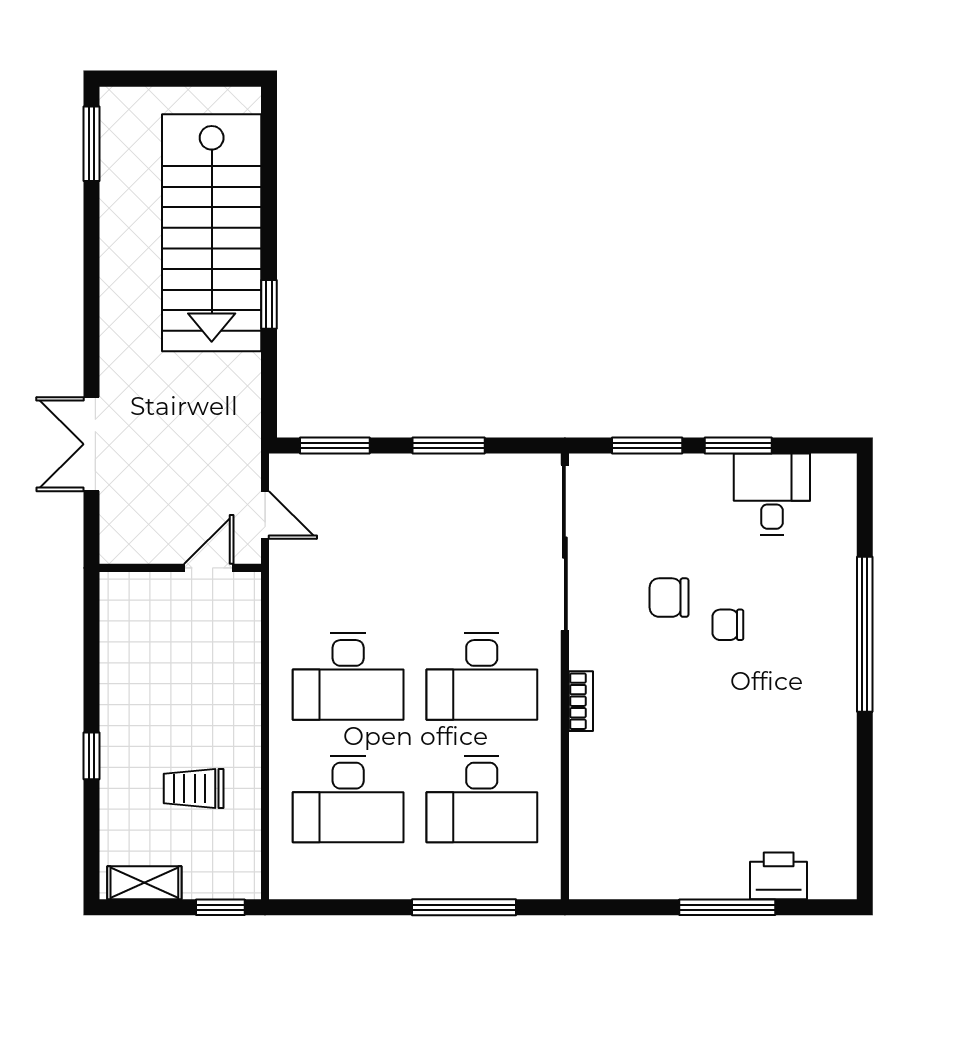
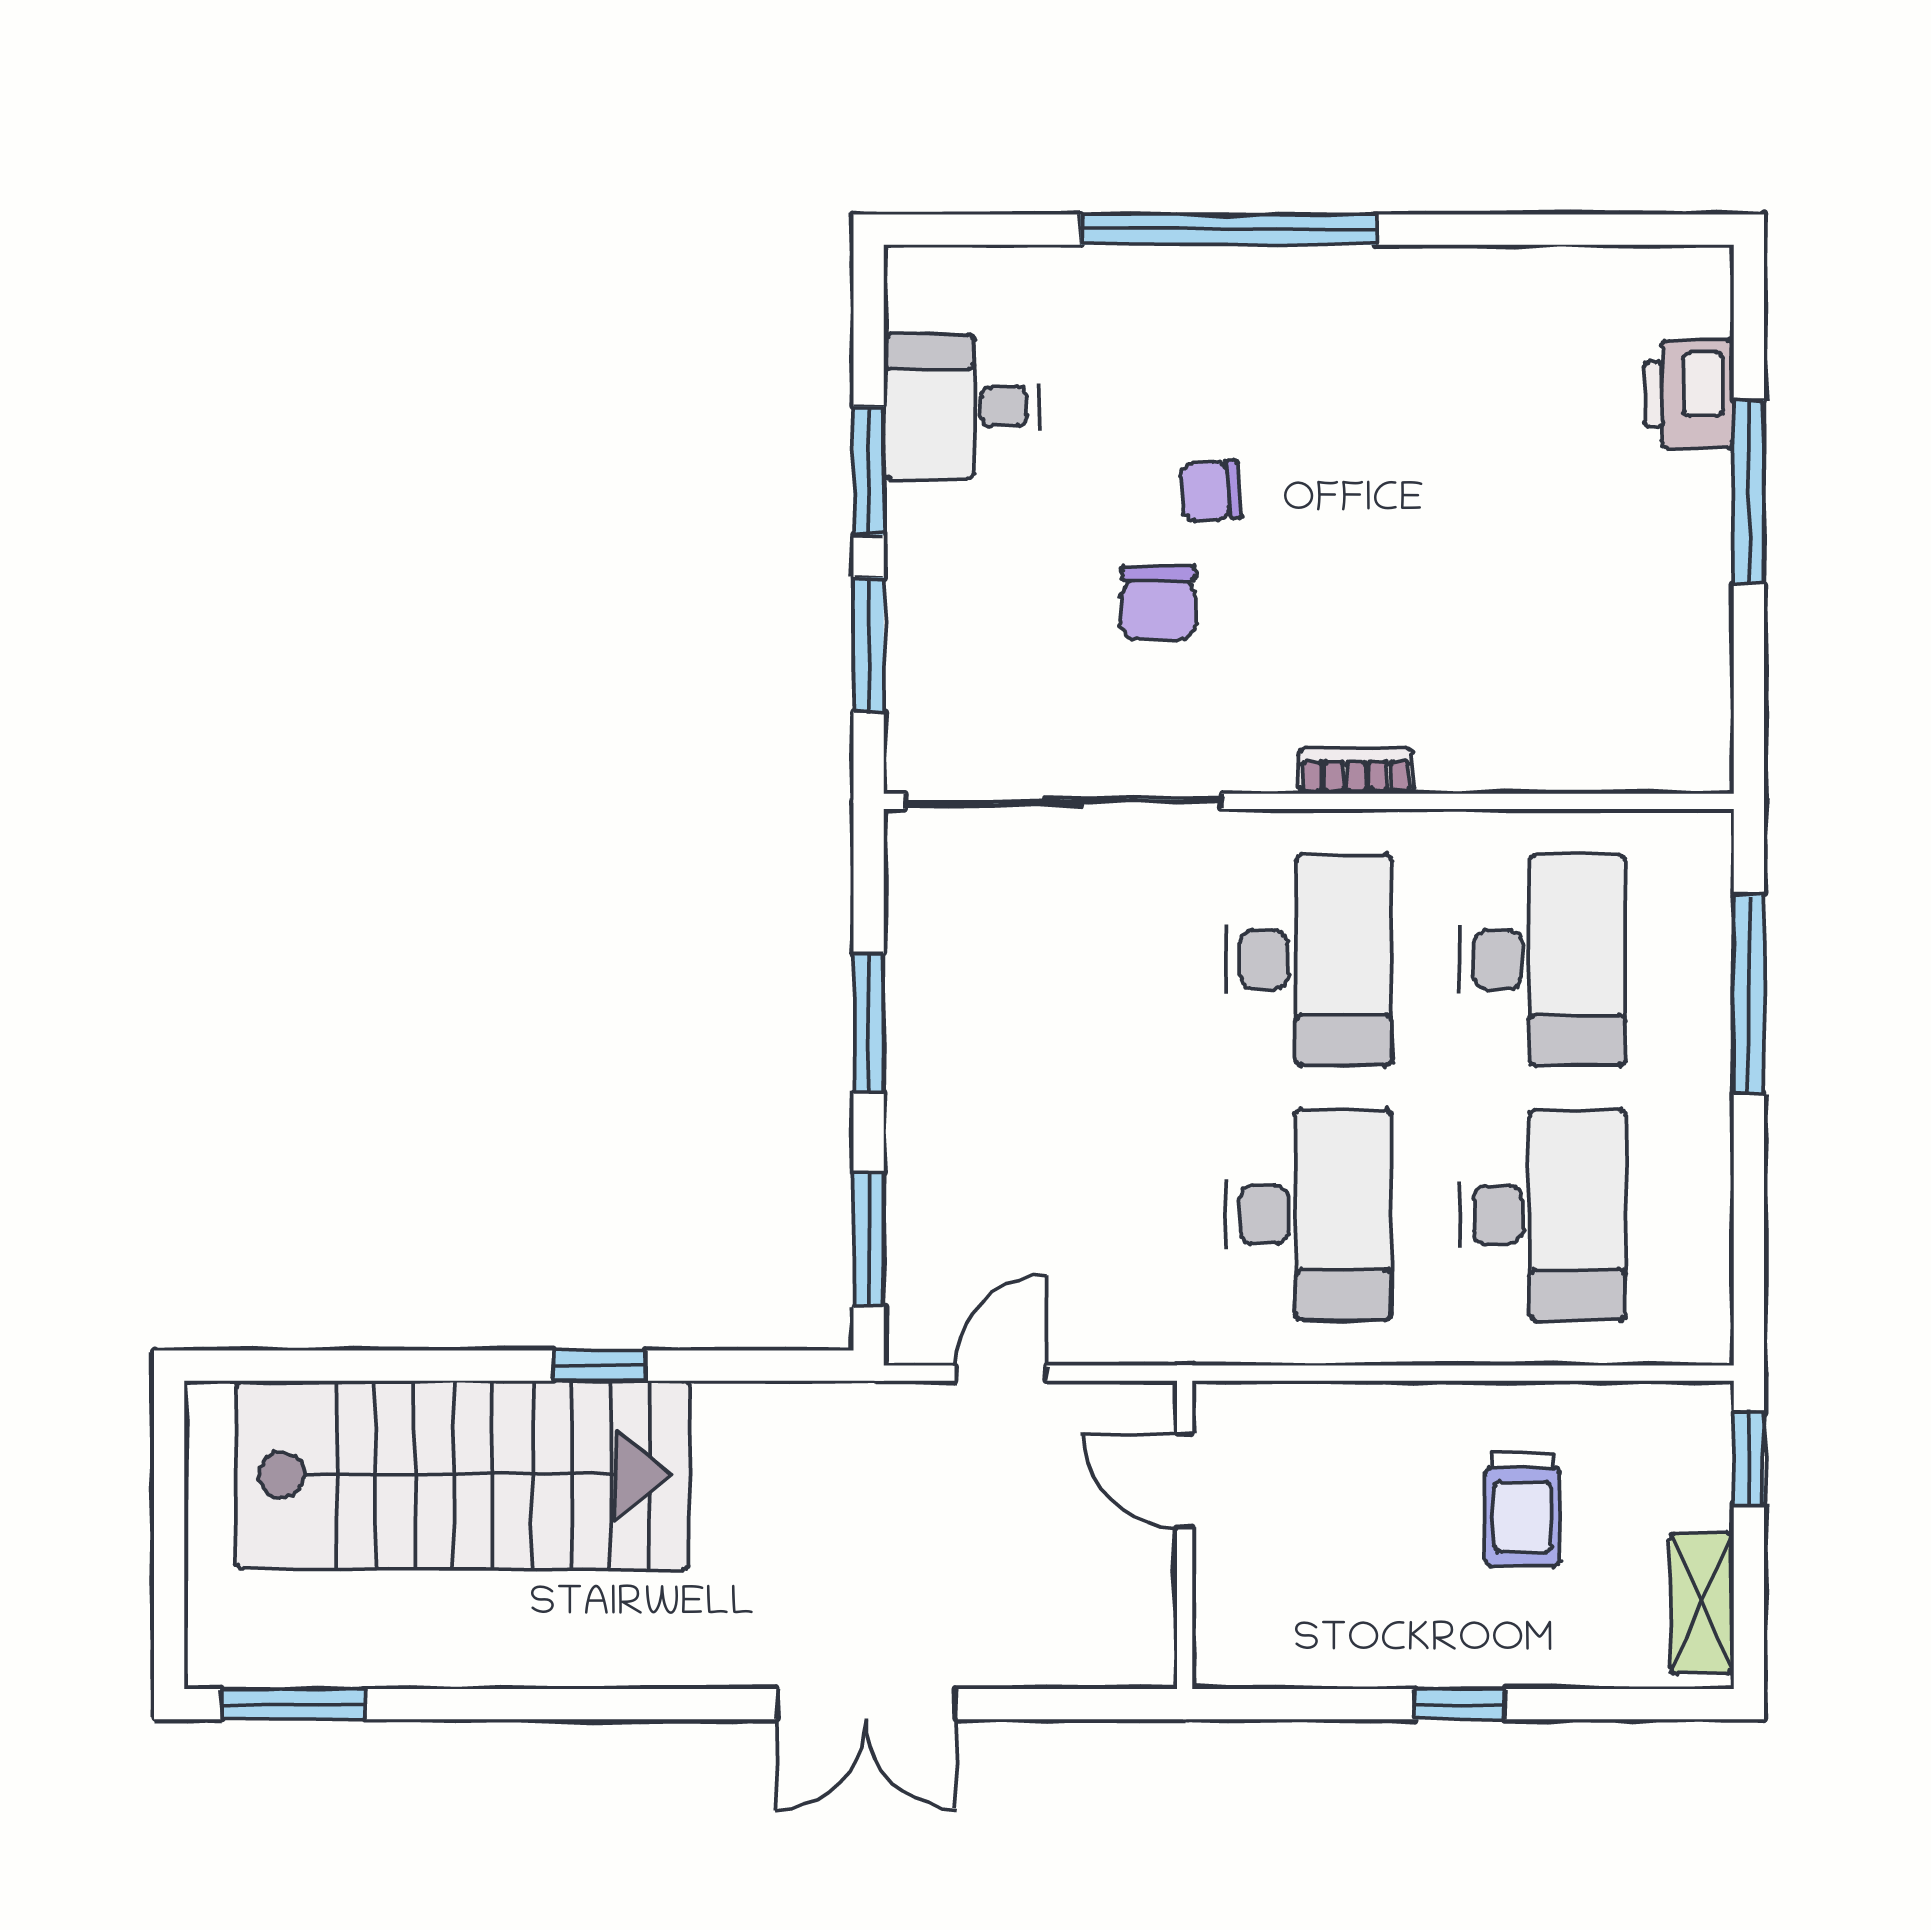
wall: (180, 568) -> (1185, 1535), moved
door: (209, 568) -> (1185, 1480), moved
chair: (728, 625) -> (1210, 491), turned 86

